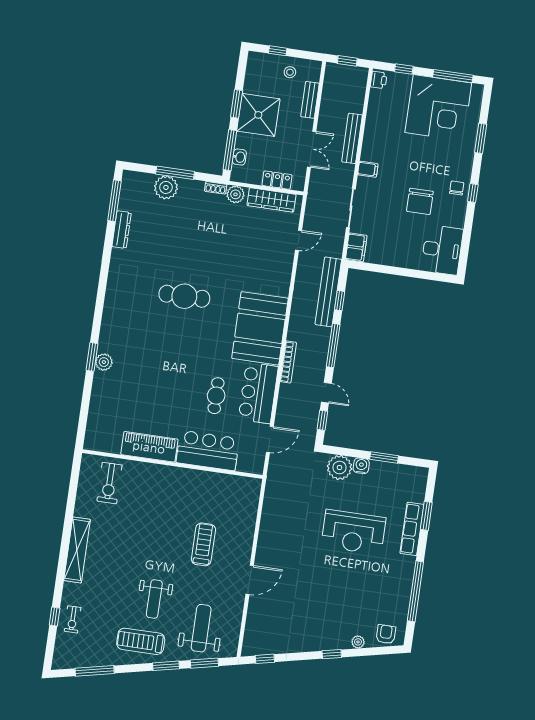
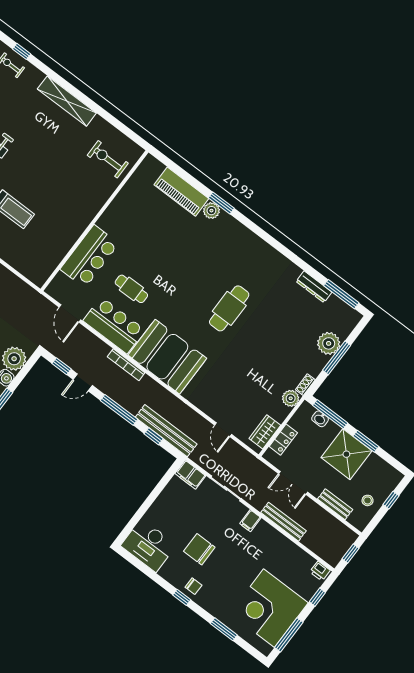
wardrobe: (272, 200) -> (265, 432), width x0.67
piano: (149, 447) -> (181, 192), moved, turned 90

